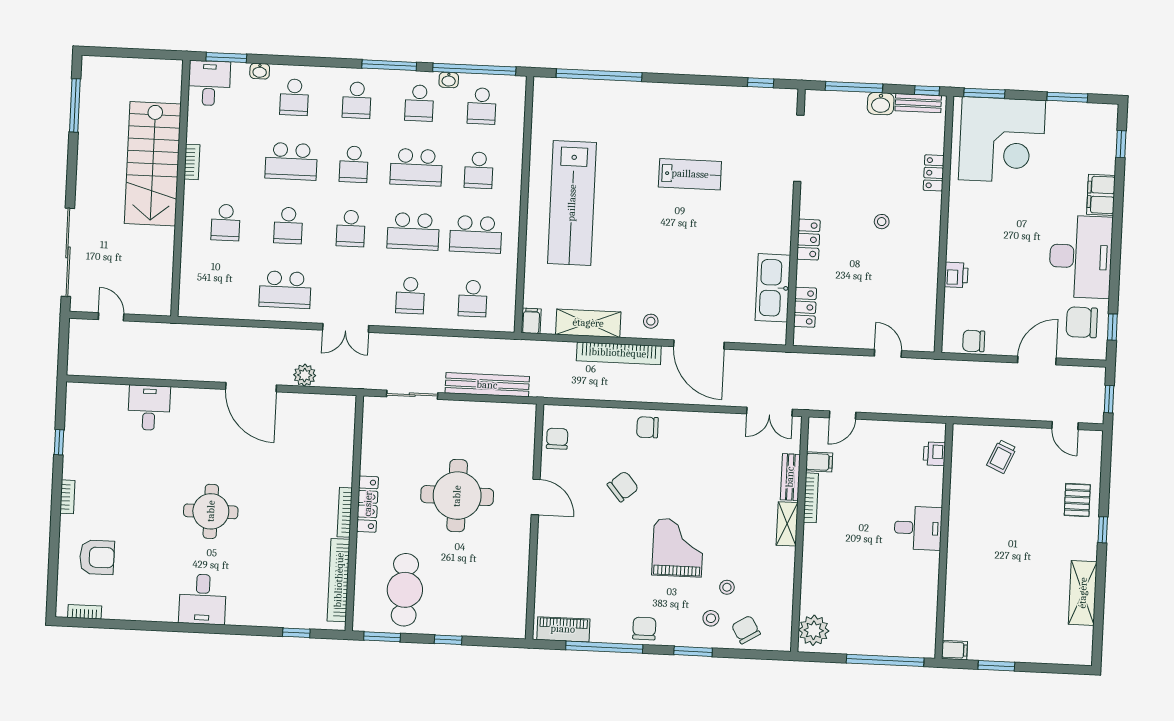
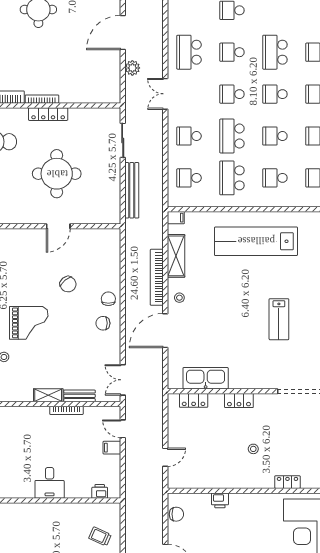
school desk: (416, 167) -> (275, 136), width x0.54
chair: (974, 341) -> (176, 514), turned 90
chair: (557, 439) -> (103, 323), moved, turned 180
filing cabinet: (819, 462) -> (112, 448), moved, turned 90

